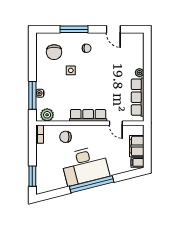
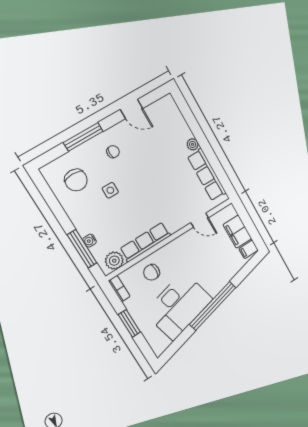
row of seats: (88, 115) -> (145, 242), moved
desk: (85, 166) -> (179, 306), moved
window: (32, 176) -> (129, 323), moved

